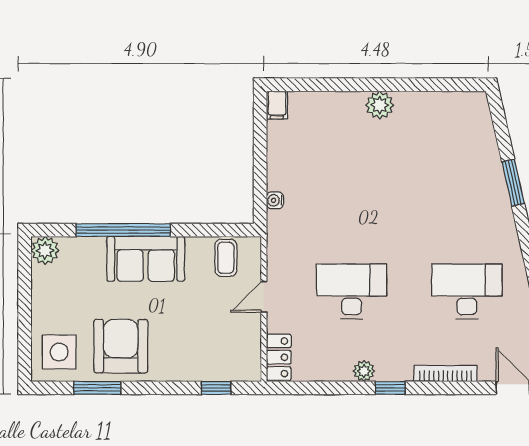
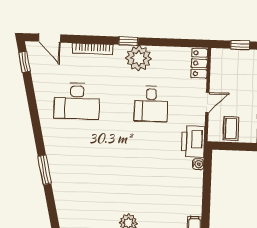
printer: (284, 235) -> (193, 142), added
desk: (352, 292) -> (151, 104), width x0.73
plant: (364, 371) -> (139, 58), width x1.88, depth x1.88

